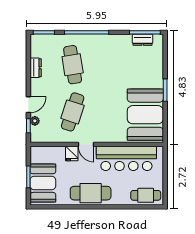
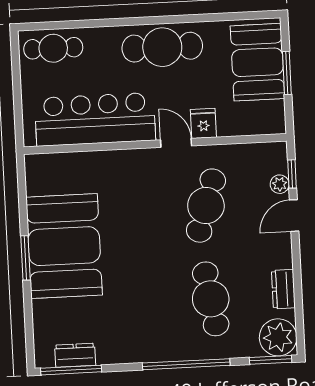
plant: (40, 44) -> (278, 337), added
booth: (145, 115) -> (64, 246), moved

